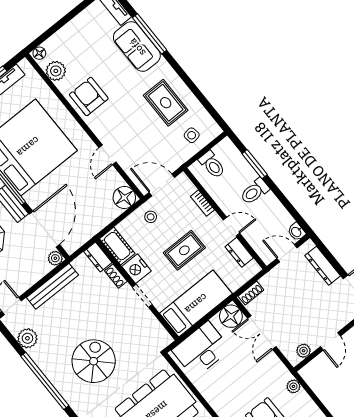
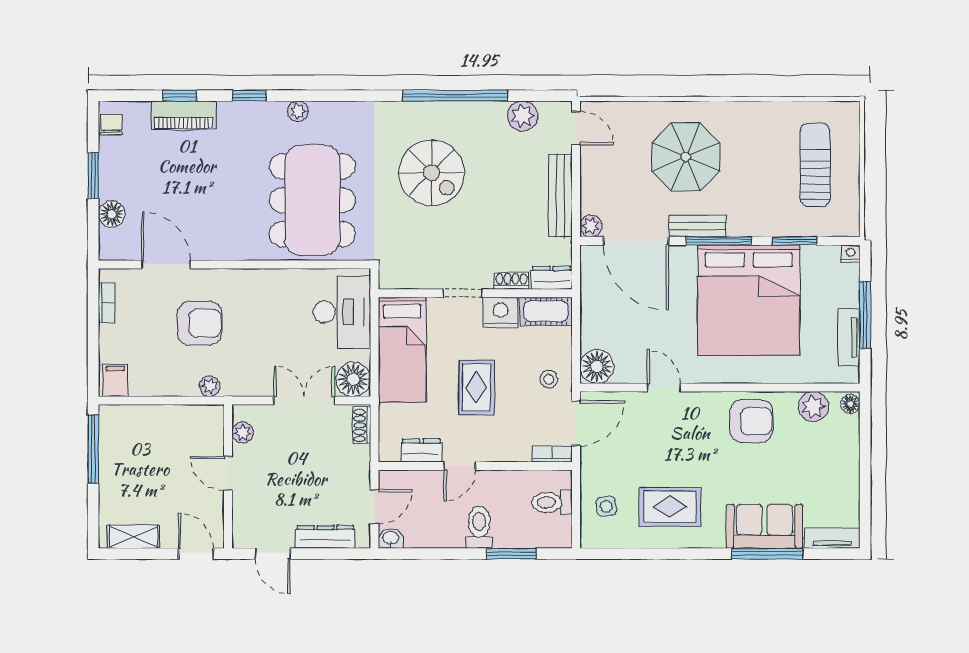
bookcase: (202, 203) -> (552, 454), moved

